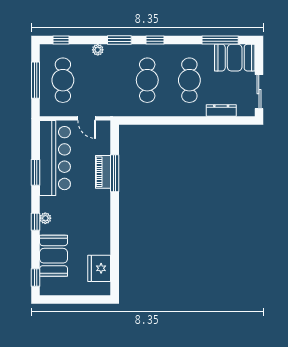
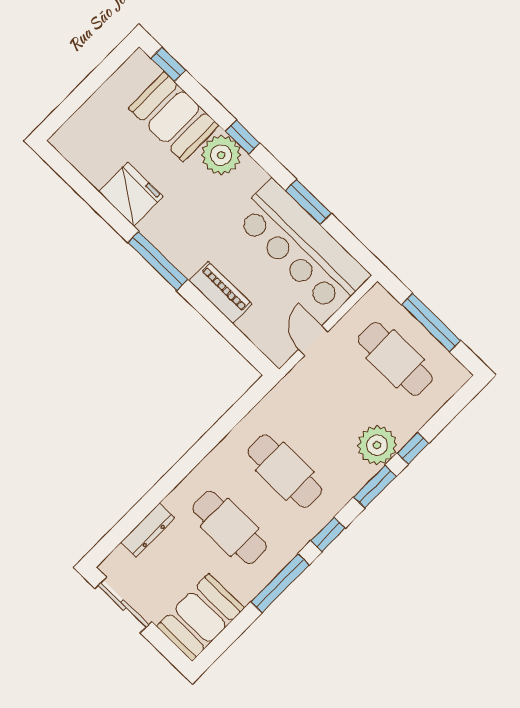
window: (61, 40) -> (413, 448), moved
window: (220, 40) -> (280, 583), moved
plant: (98, 50) -> (377, 445), width x1.87, depth x1.87
door: (87, 118) -> (313, 341), hinge flipped
window: (115, 173) -> (158, 261), moved
plant: (45, 218) -> (221, 155), width x1.88, depth x1.88
fridge: (99, 268) -> (131, 194), moved

